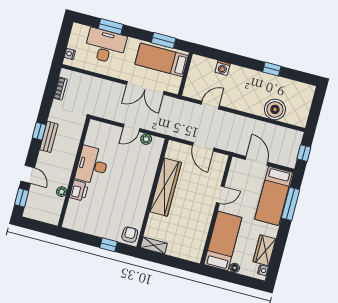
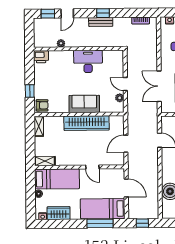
door: (256, 161) -> (126, 188), hinge flipped
sofa: (142, 184) -> (84, 104), added
printer: (79, 191) -> (41, 57), moved
shelving: (198, 250) -> (45, 161), added

